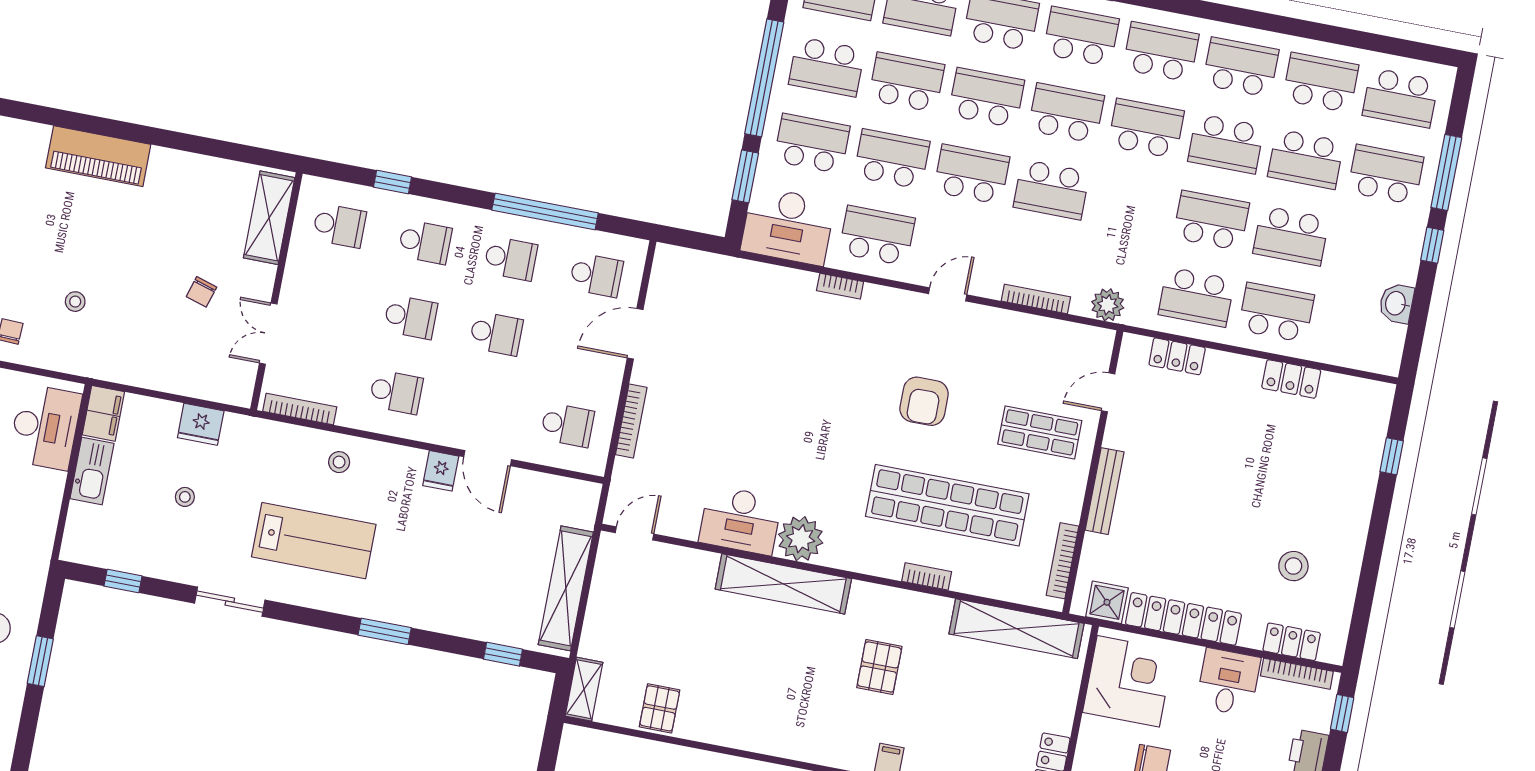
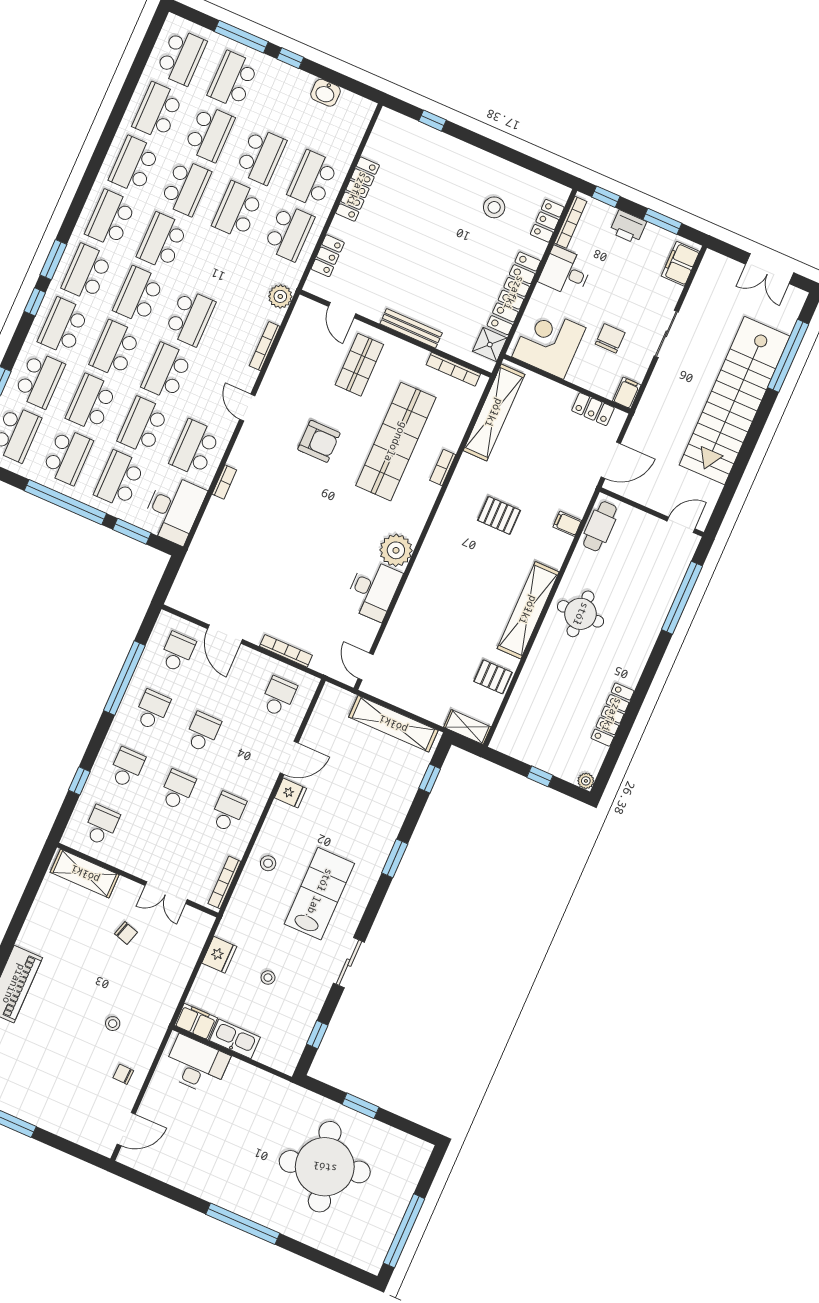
locker: (1291, 379) -> (357, 189), width x1.53
shelving: (783, 584) -> (528, 610), moved

